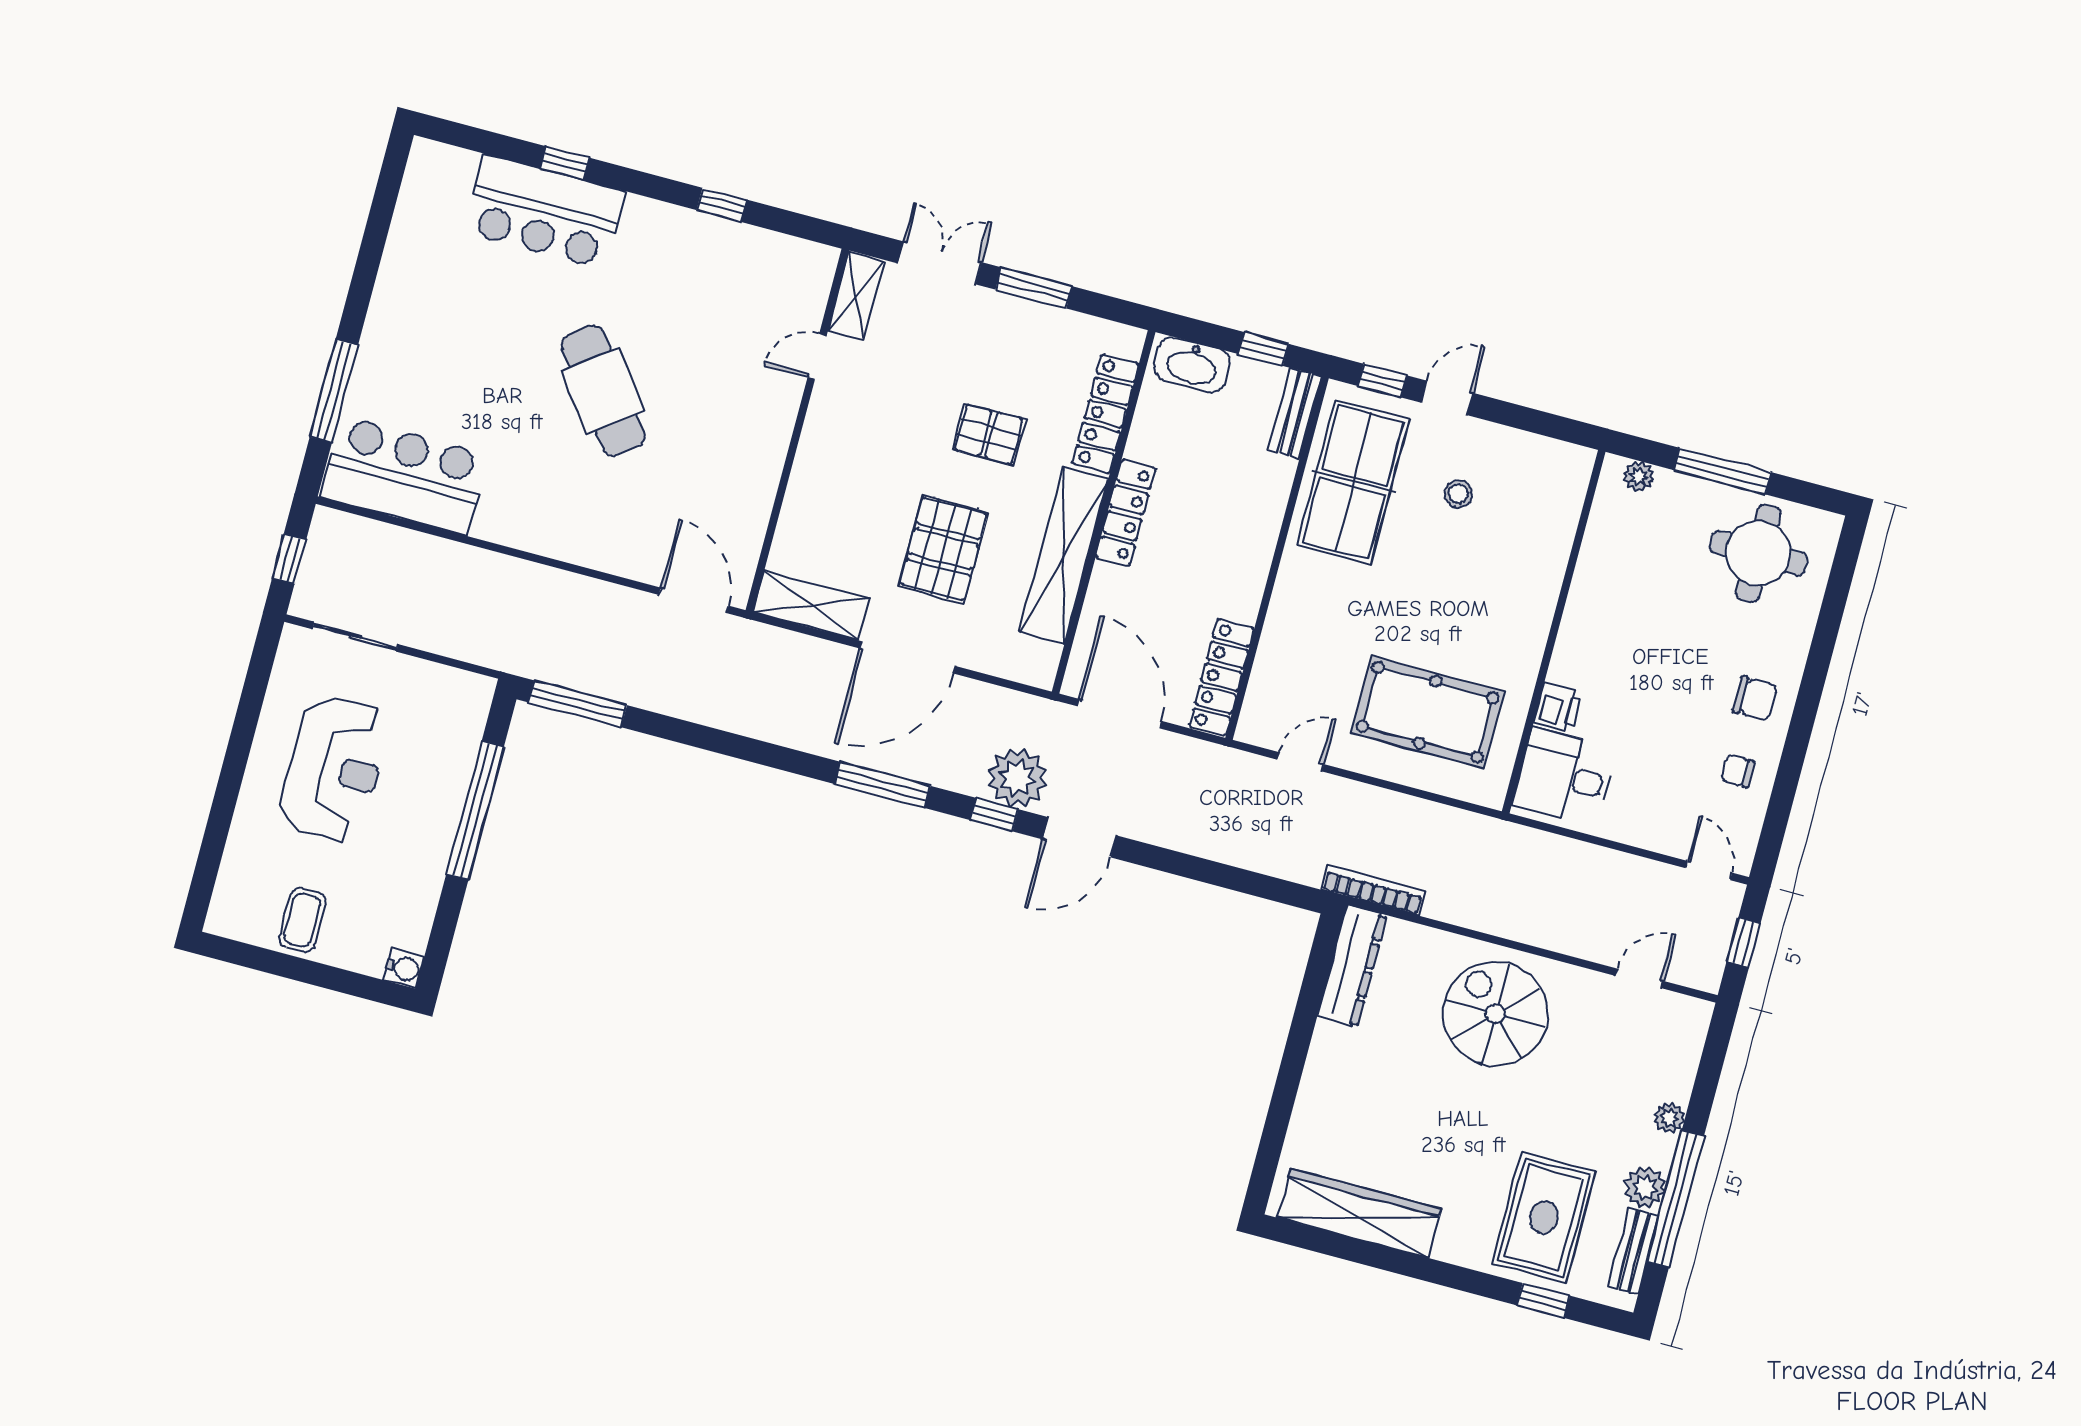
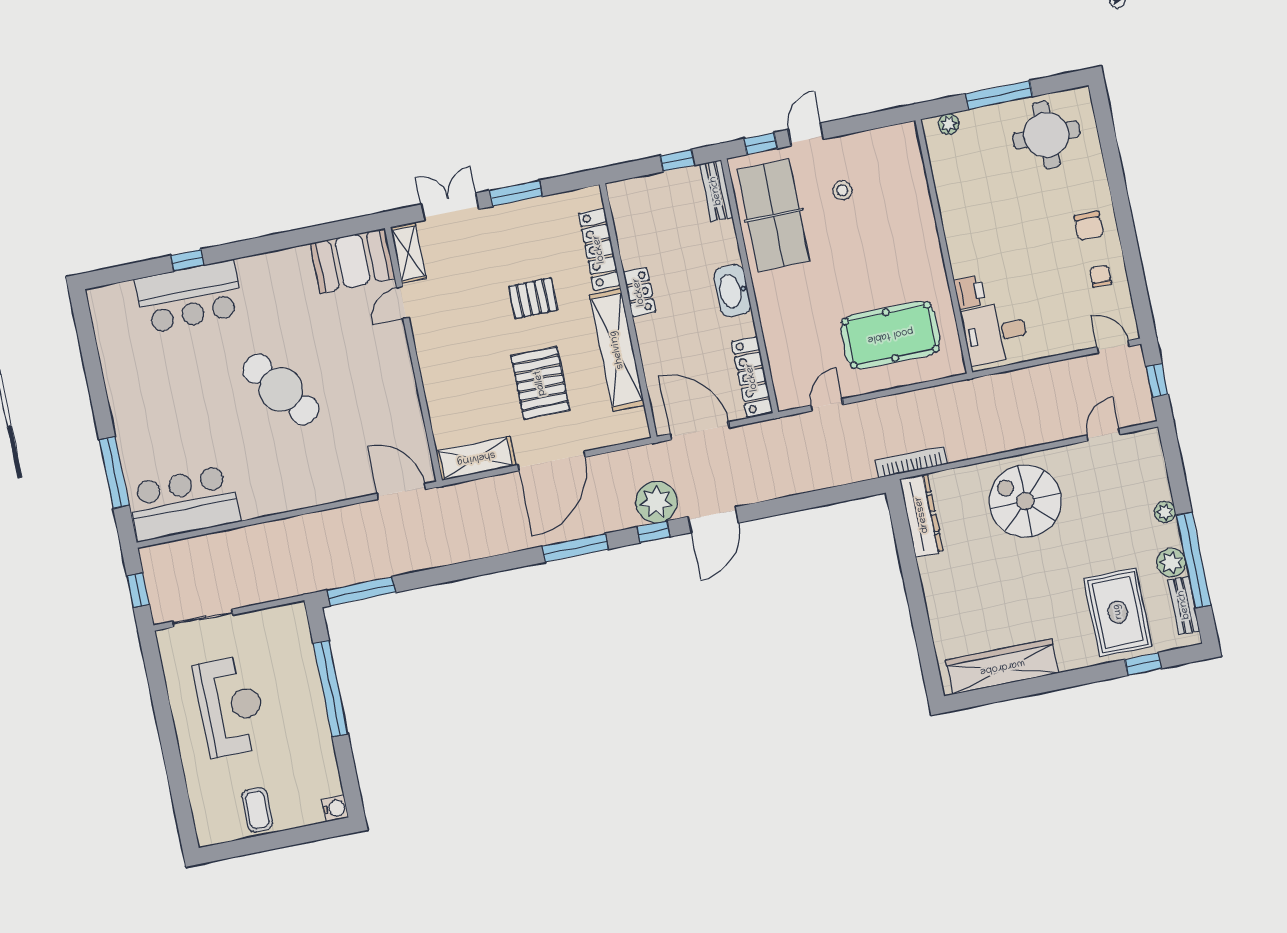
window: (722, 205) -> (297, 238), removed
booth: (779, 270) -> (353, 261), added
washbasin: (1192, 365) -> (732, 291), moved, turned 90
locker: (1126, 513) -> (639, 292), width x0.66
chair: (1755, 698) -> (1089, 226), turned 90
chair: (1738, 771) -> (1100, 276), turned 90

